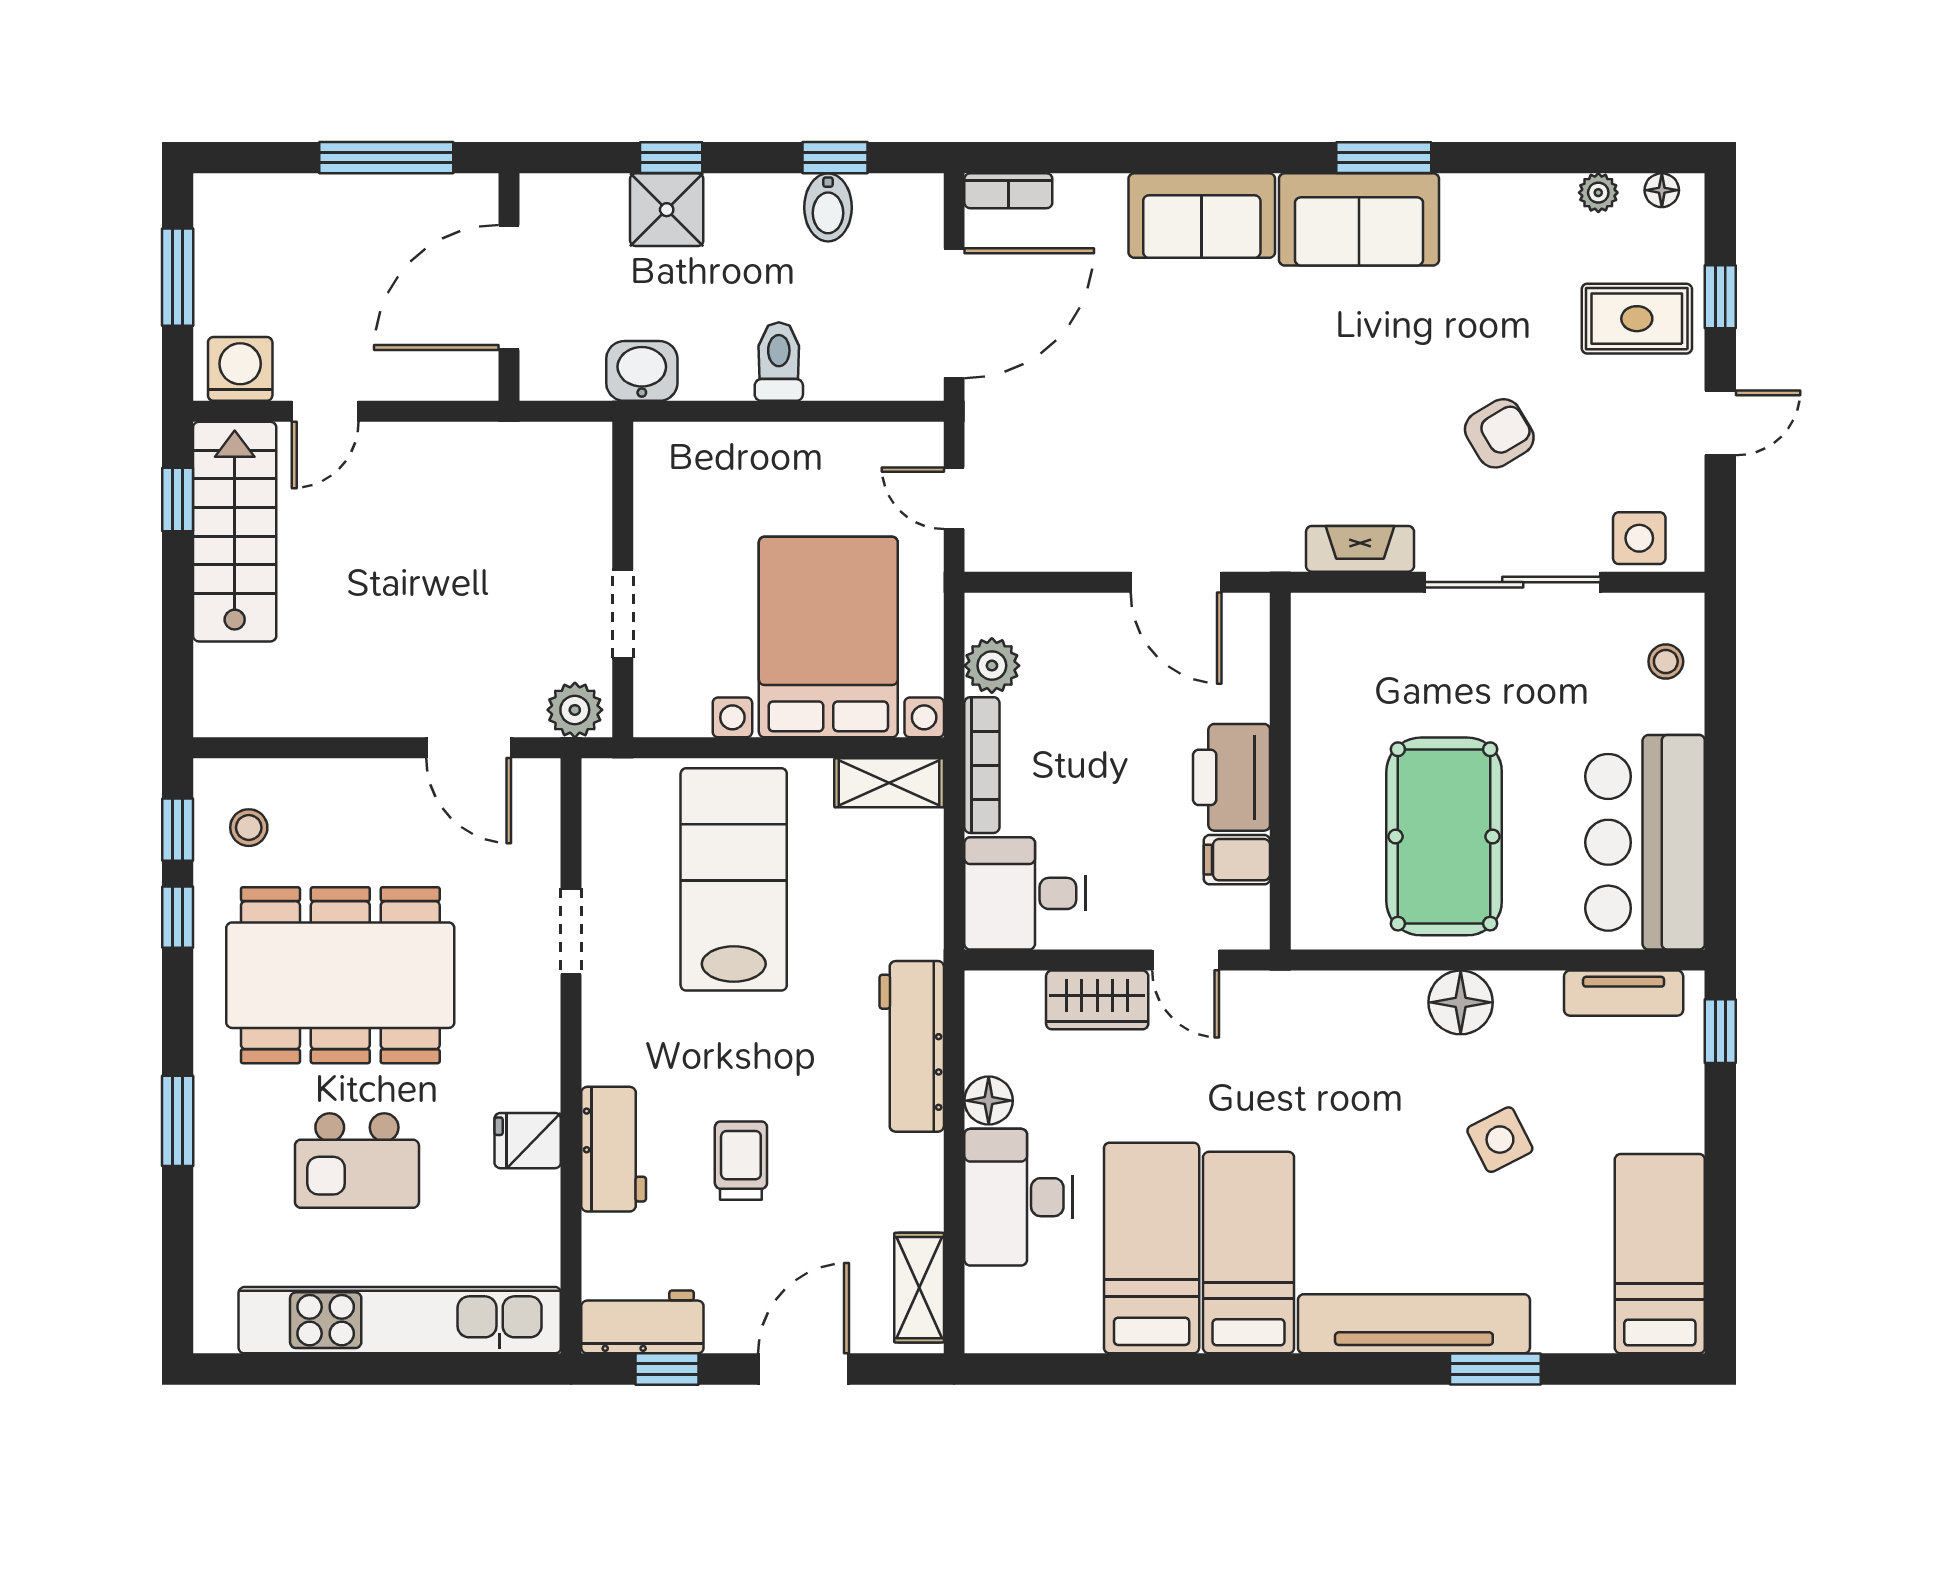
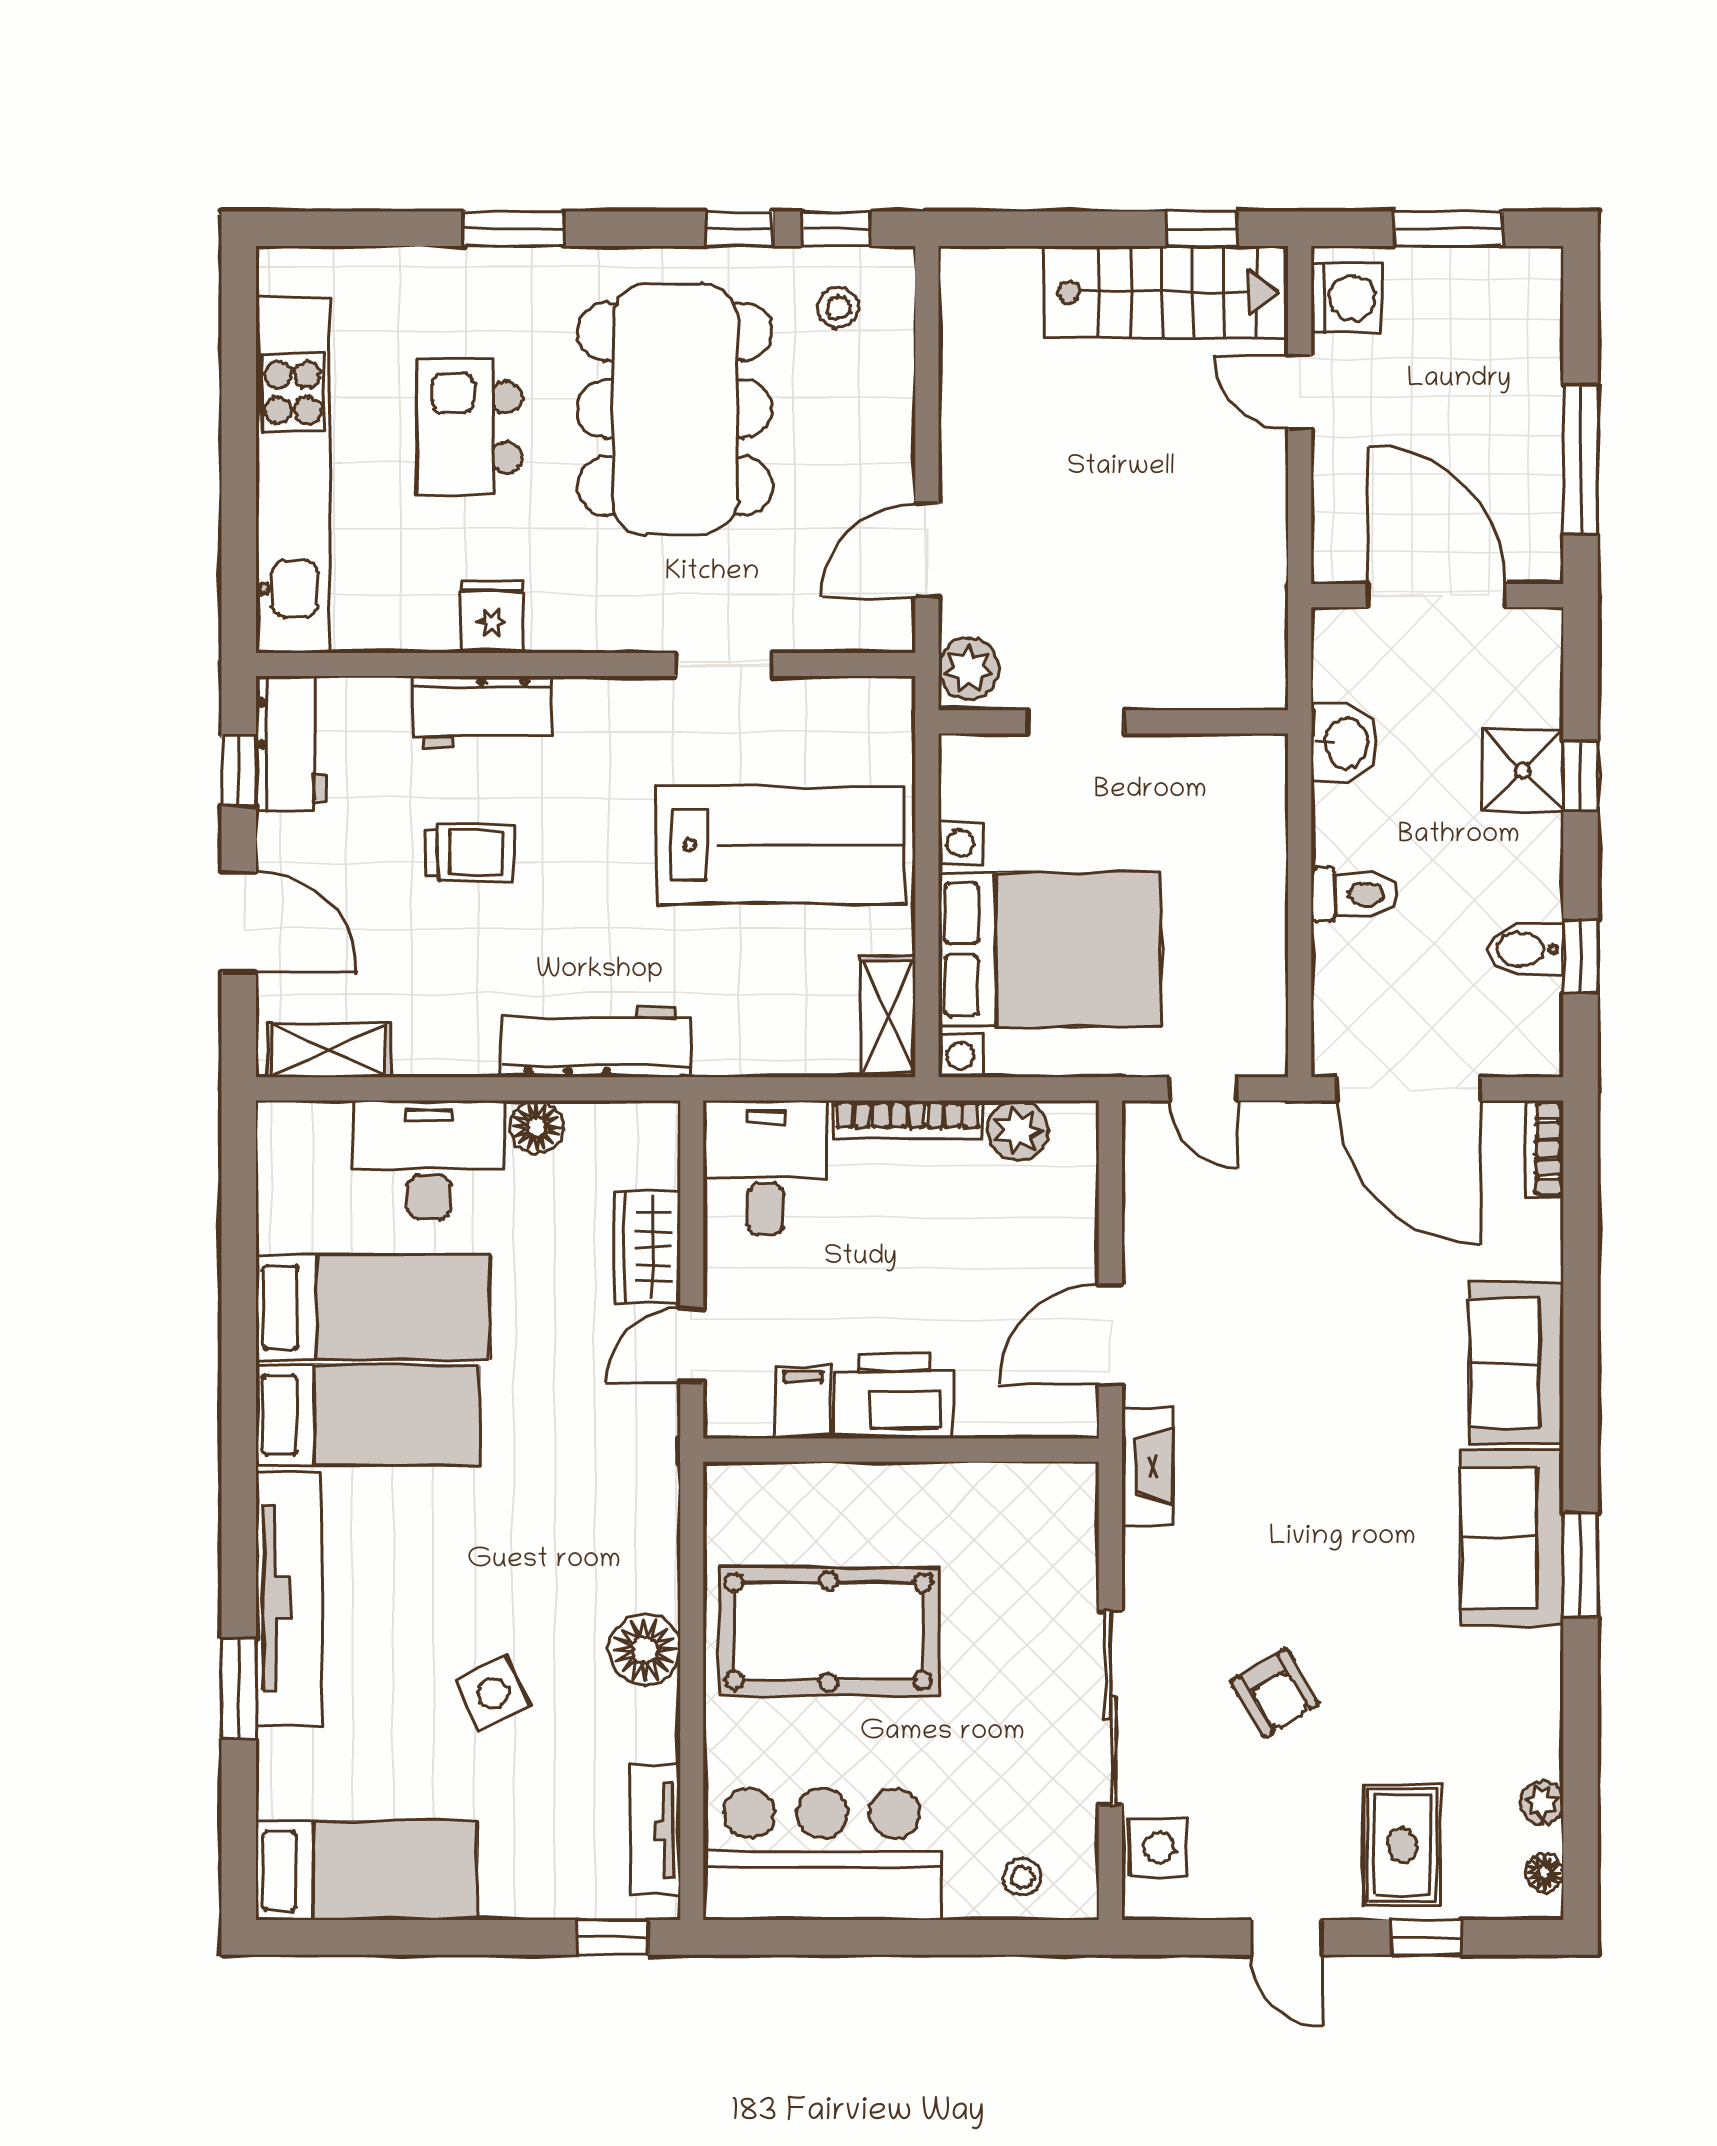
door: (954, 498) -> (1203, 1089), swing flipped
fireplace: (1360, 549) -> (1147, 1466), moved

